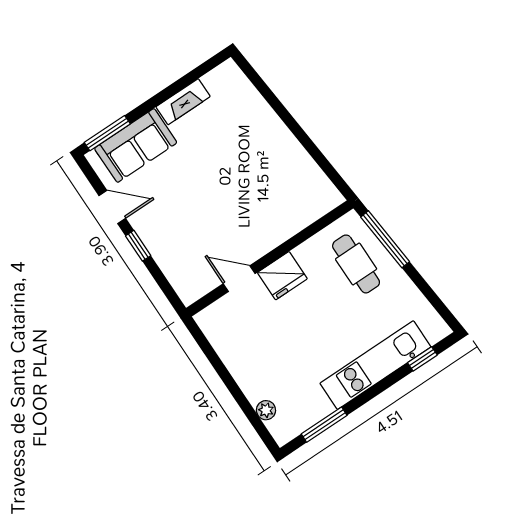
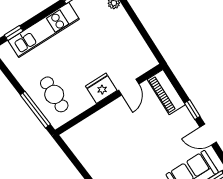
piano: (180, 272) -> (166, 92), added
door: (239, 279) -> (129, 87), hinge flipped

